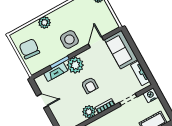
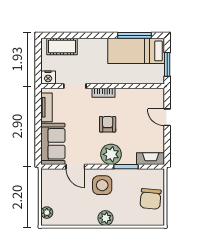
plant: (44, 22) -> (105, 218), moved
door: (96, 42) -> (75, 167), hinge flipped
fireplace: (56, 72) -> (151, 159), moved
door: (43, 101) -> (167, 117), moved
plant: (89, 112) -> (124, 96), removed

